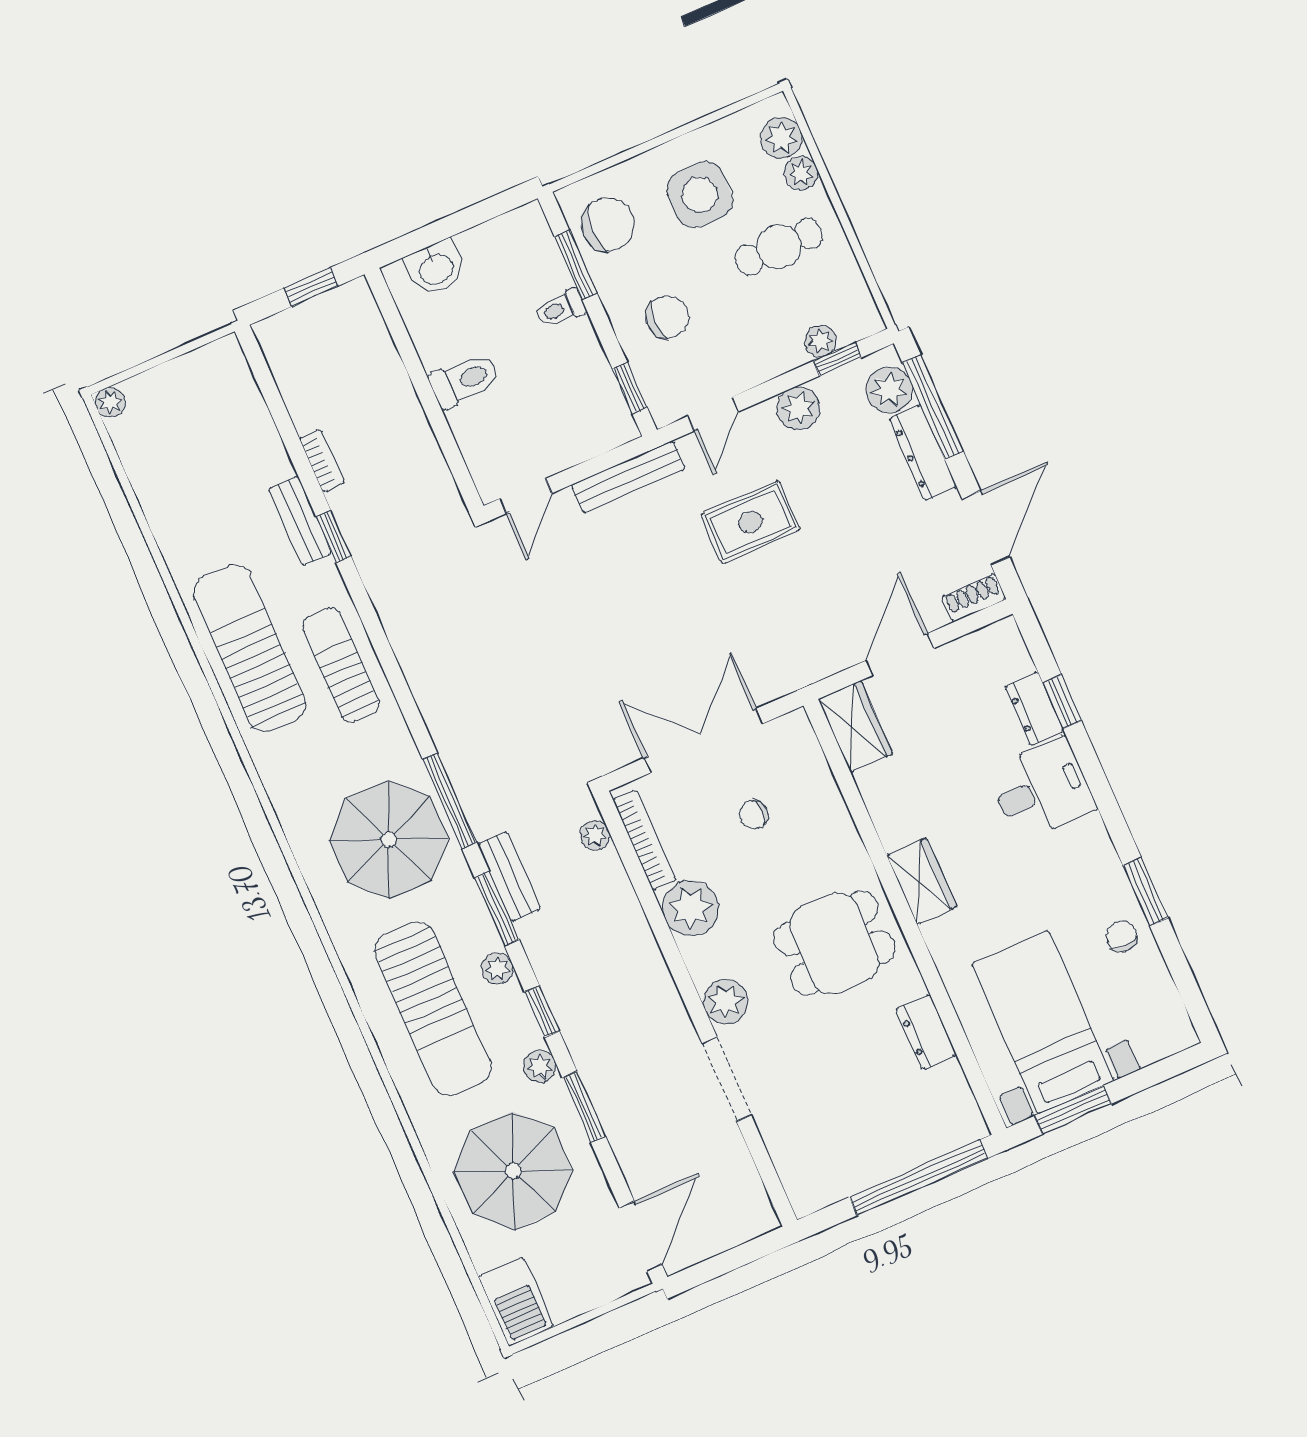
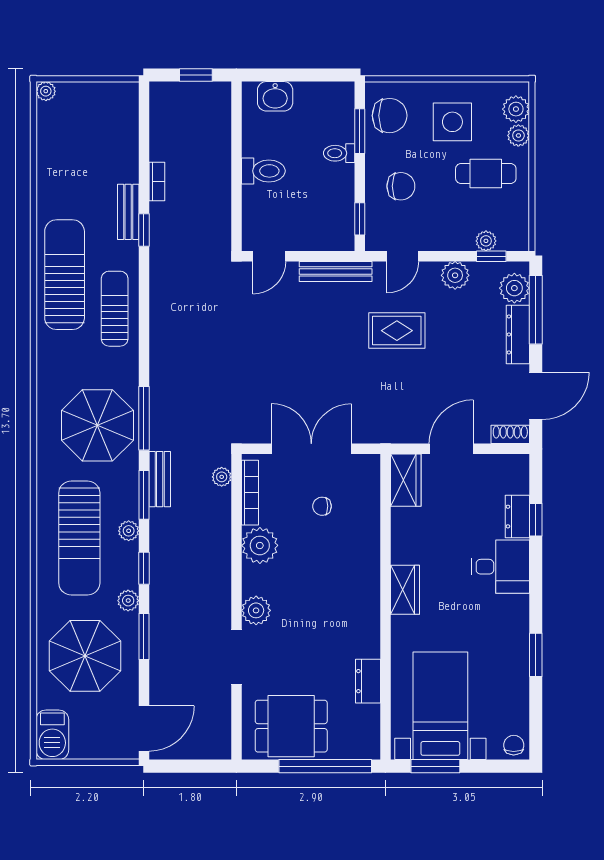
chair: (1122, 936) -> (514, 745), moved
dining table: (834, 943) -> (291, 726), moved

